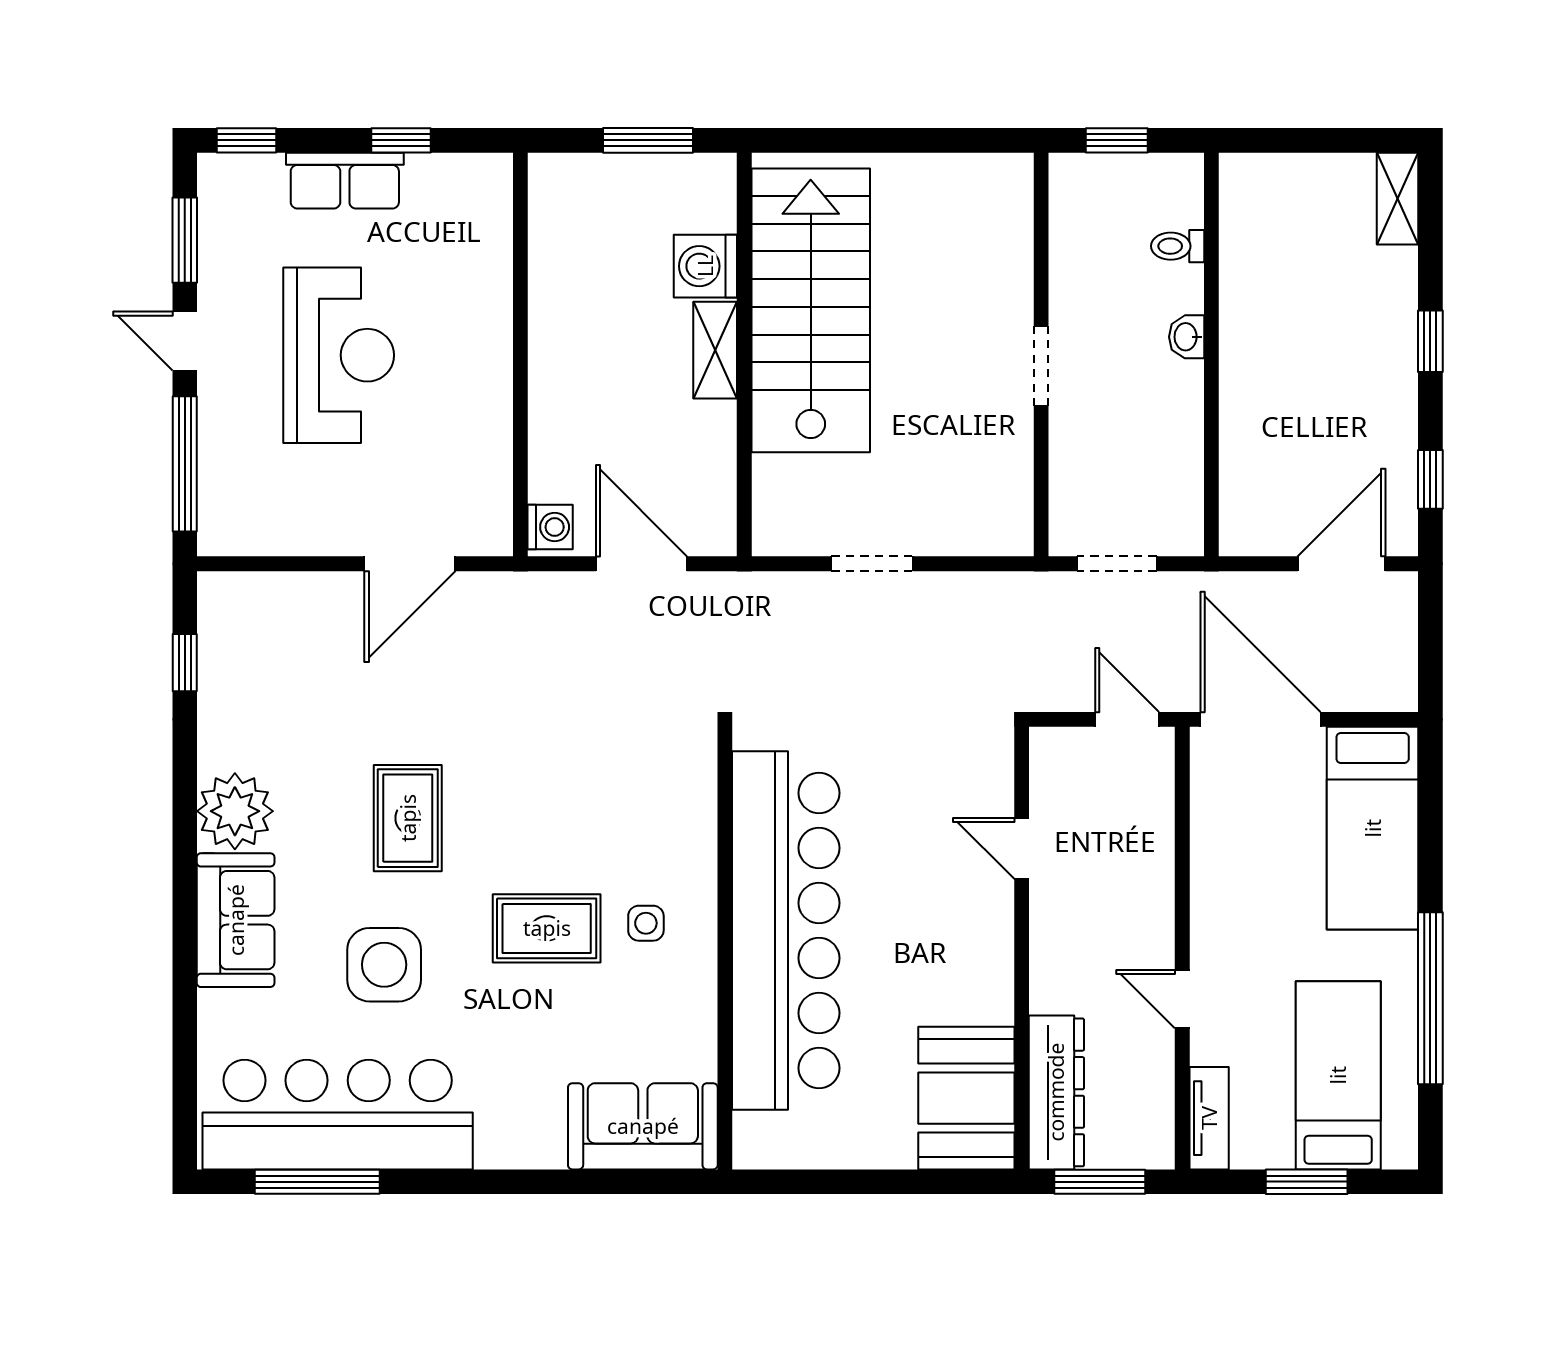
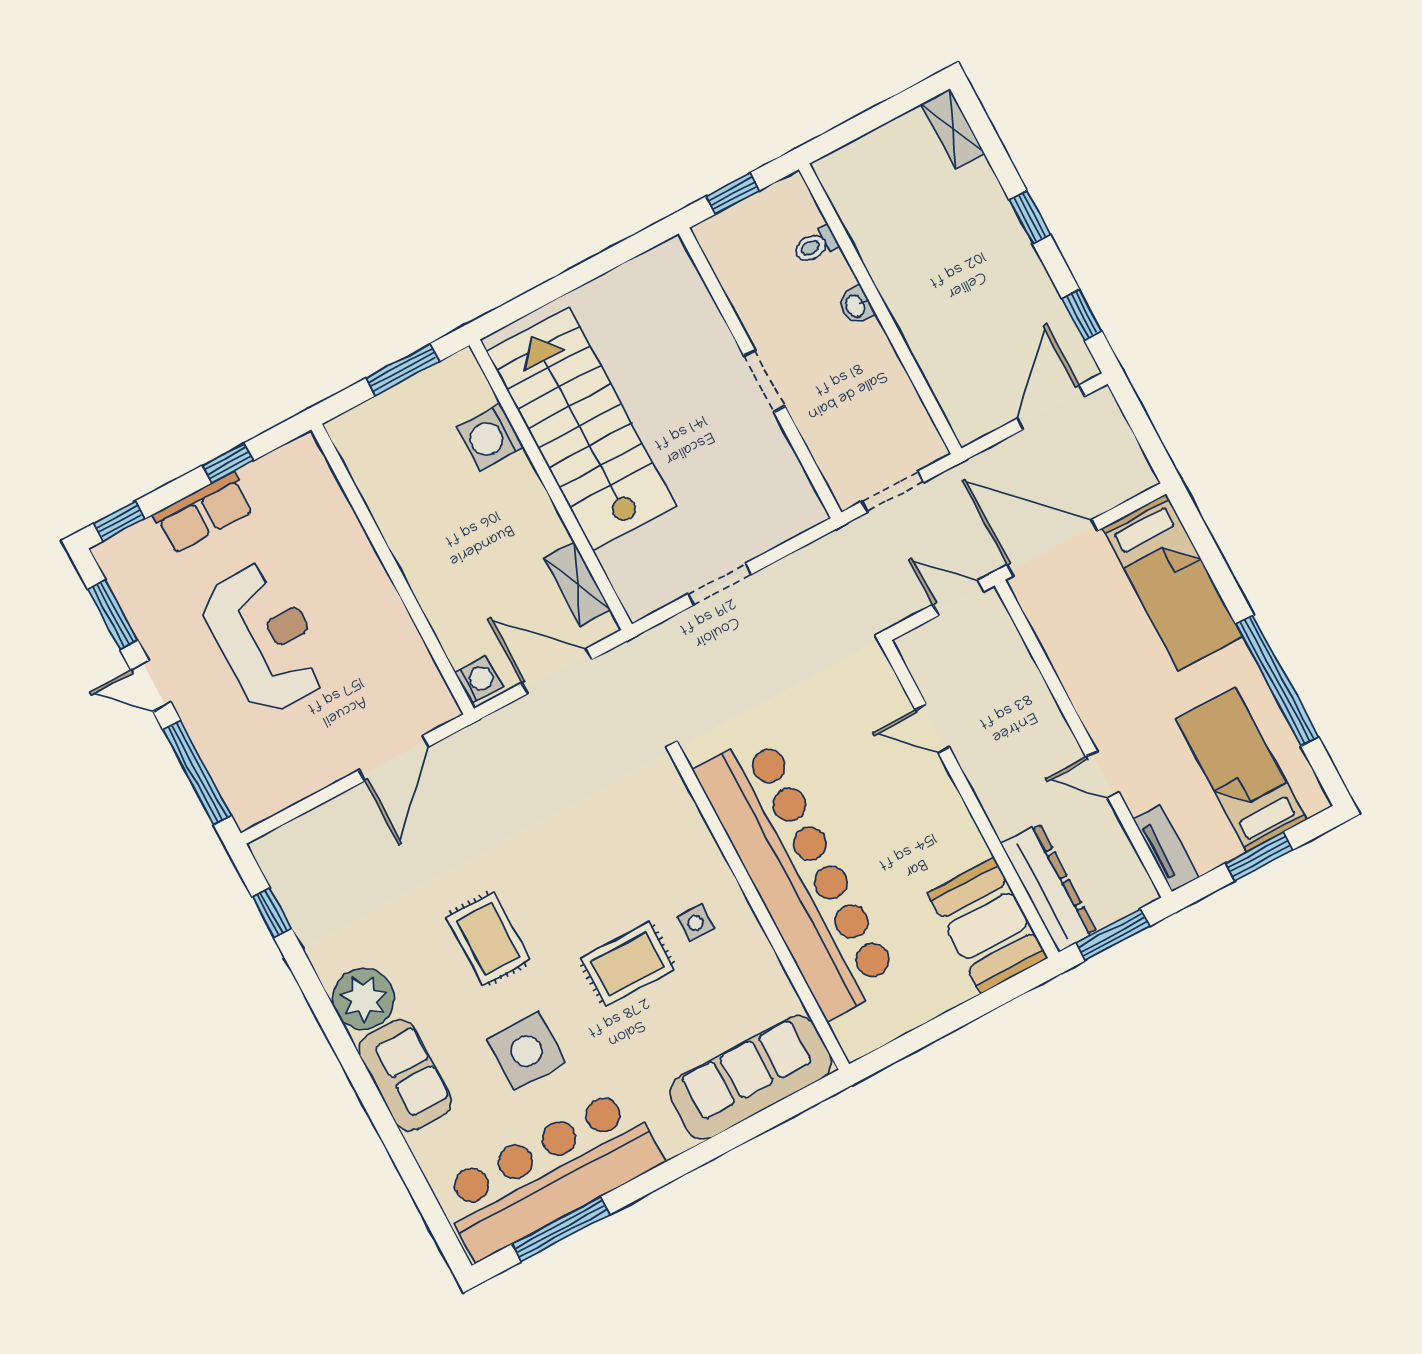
shelving: (715, 350) -> (577, 584), moved
sofa: (643, 1126) -> (751, 1078), width x1.36

